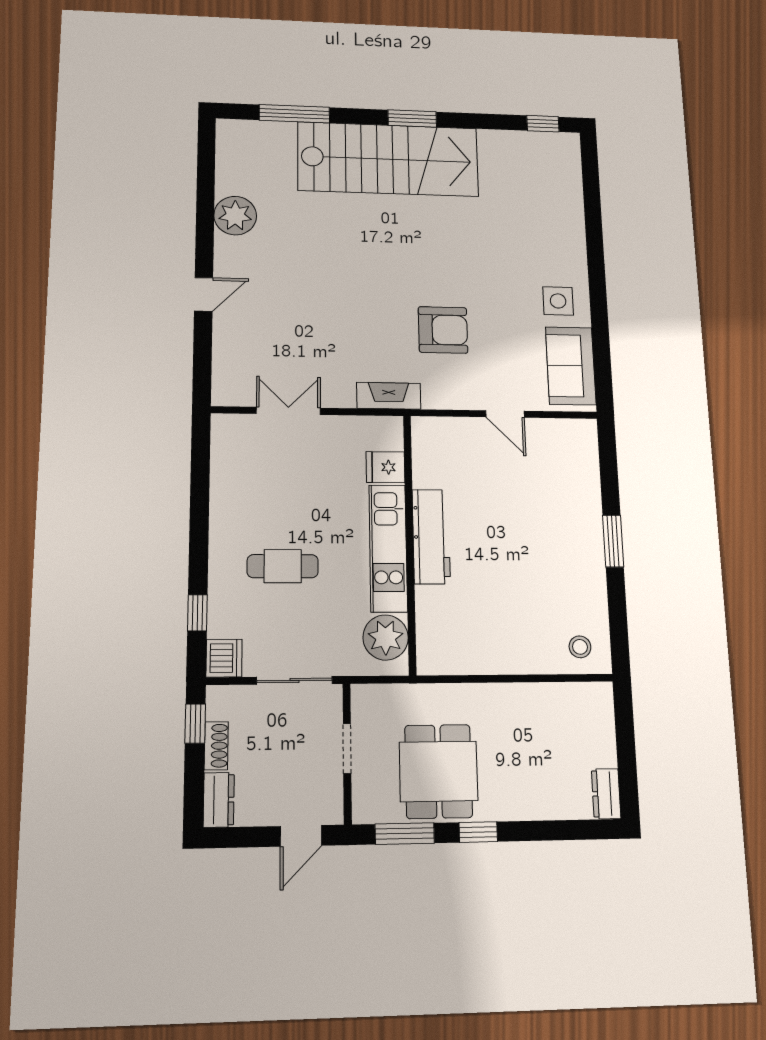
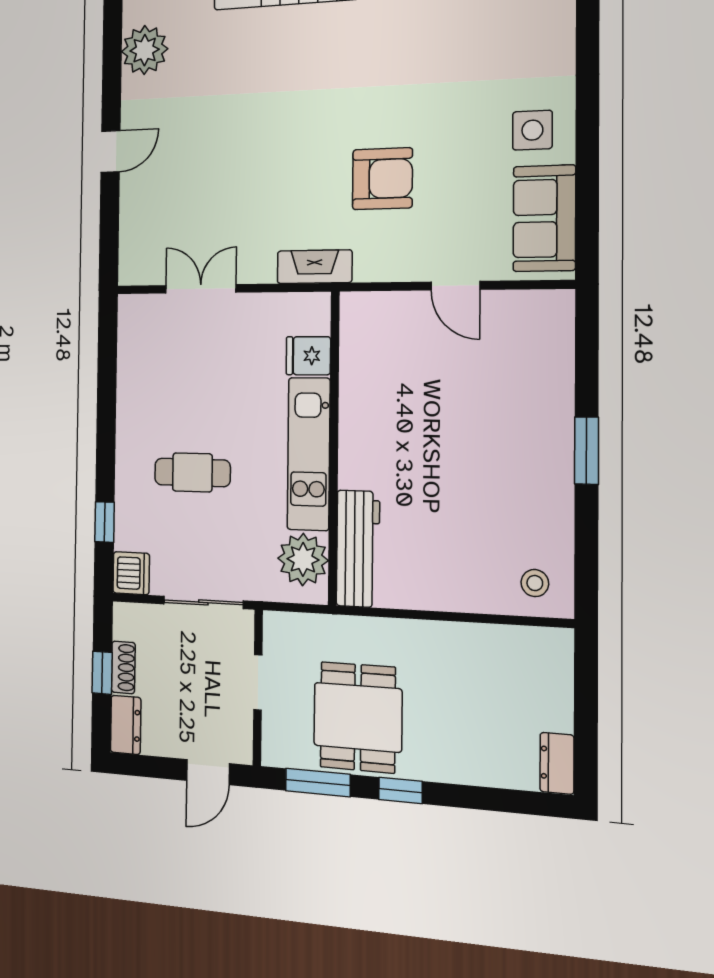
workbench: (431, 537) -> (358, 549), moved
window: (195, 724) -> (102, 673), moved

